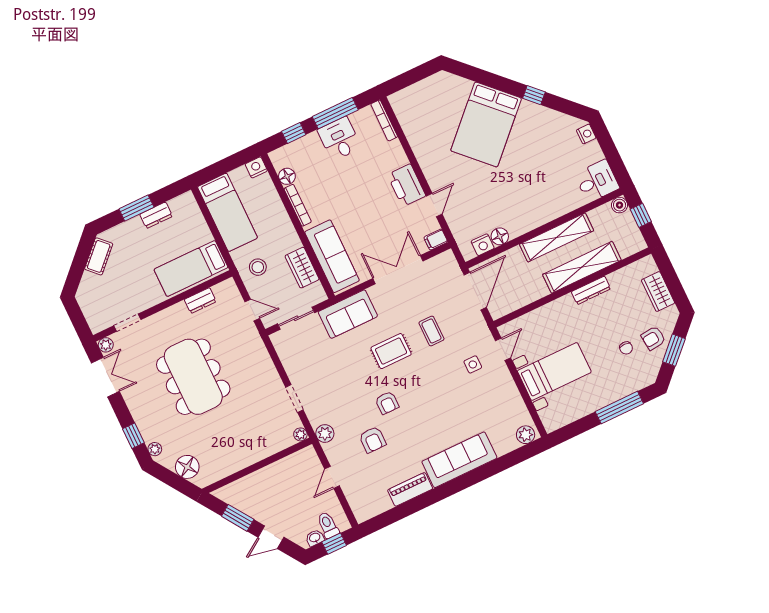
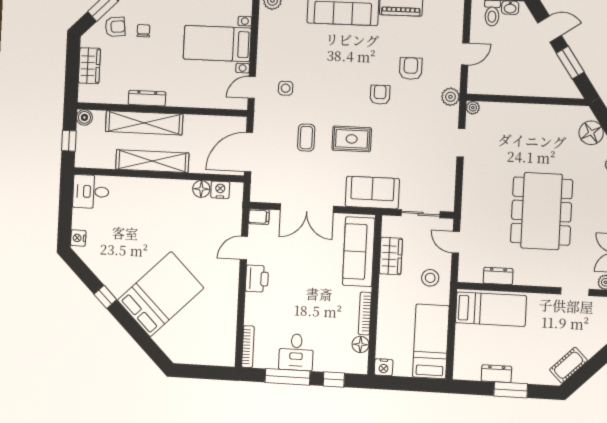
printer: (407, 185) -> (257, 279), width x0.73, depth x0.84
boiler: (620, 205) -> (84, 117), moved

